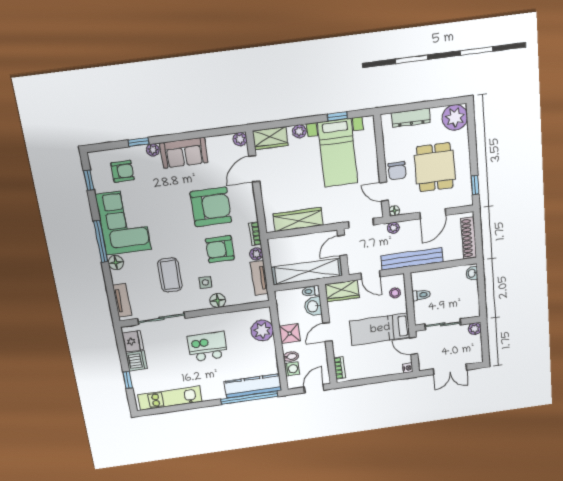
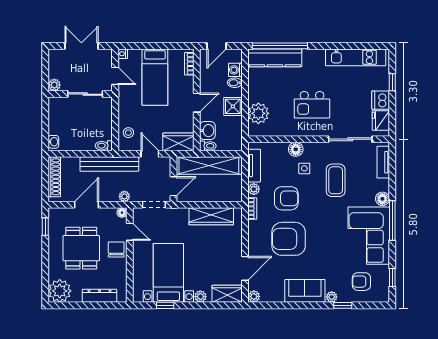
toilet: (421, 295) -> (104, 146), moved
bed: (380, 329) -> (155, 77), moved, turned 90

